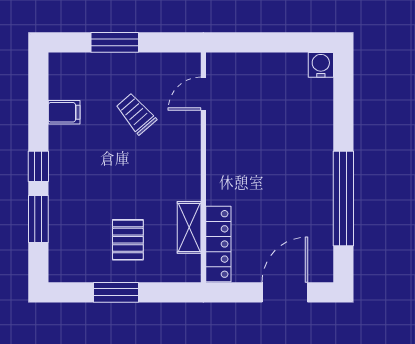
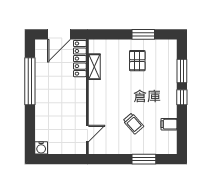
door: (203, 94) -> (87, 133), moved
wall: (203, 167) -> (87, 97), moved
shelving: (189, 227) -> (94, 67), moved
locker: (218, 244) -> (80, 59), moved

